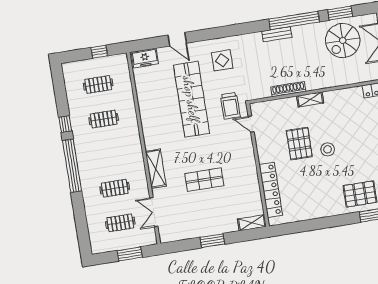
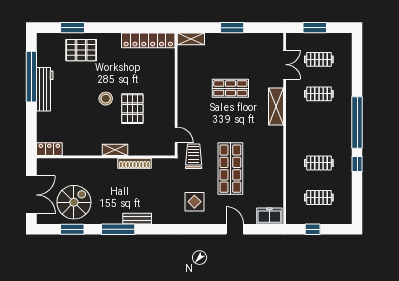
window: (294, 20) -> (118, 229), width x0.68
shop shelf: (191, 99) -> (230, 169), width x0.71
locker: (271, 190) -> (148, 40), moved, turned -90

